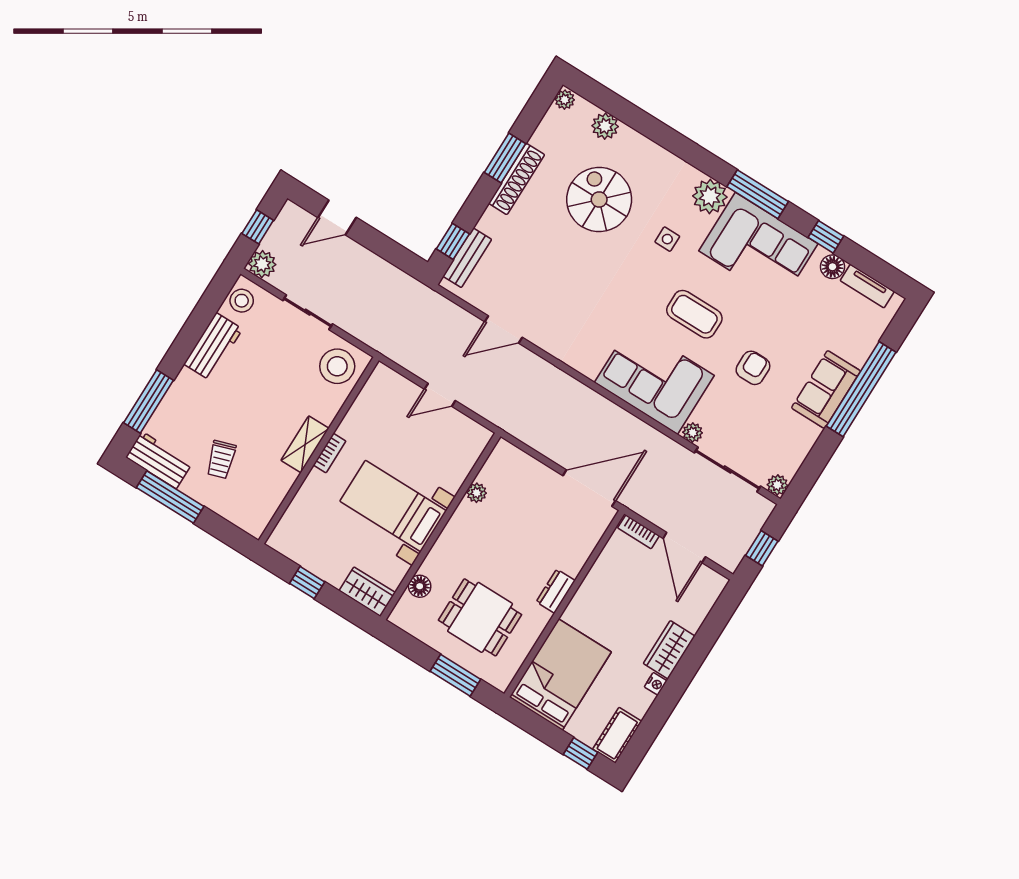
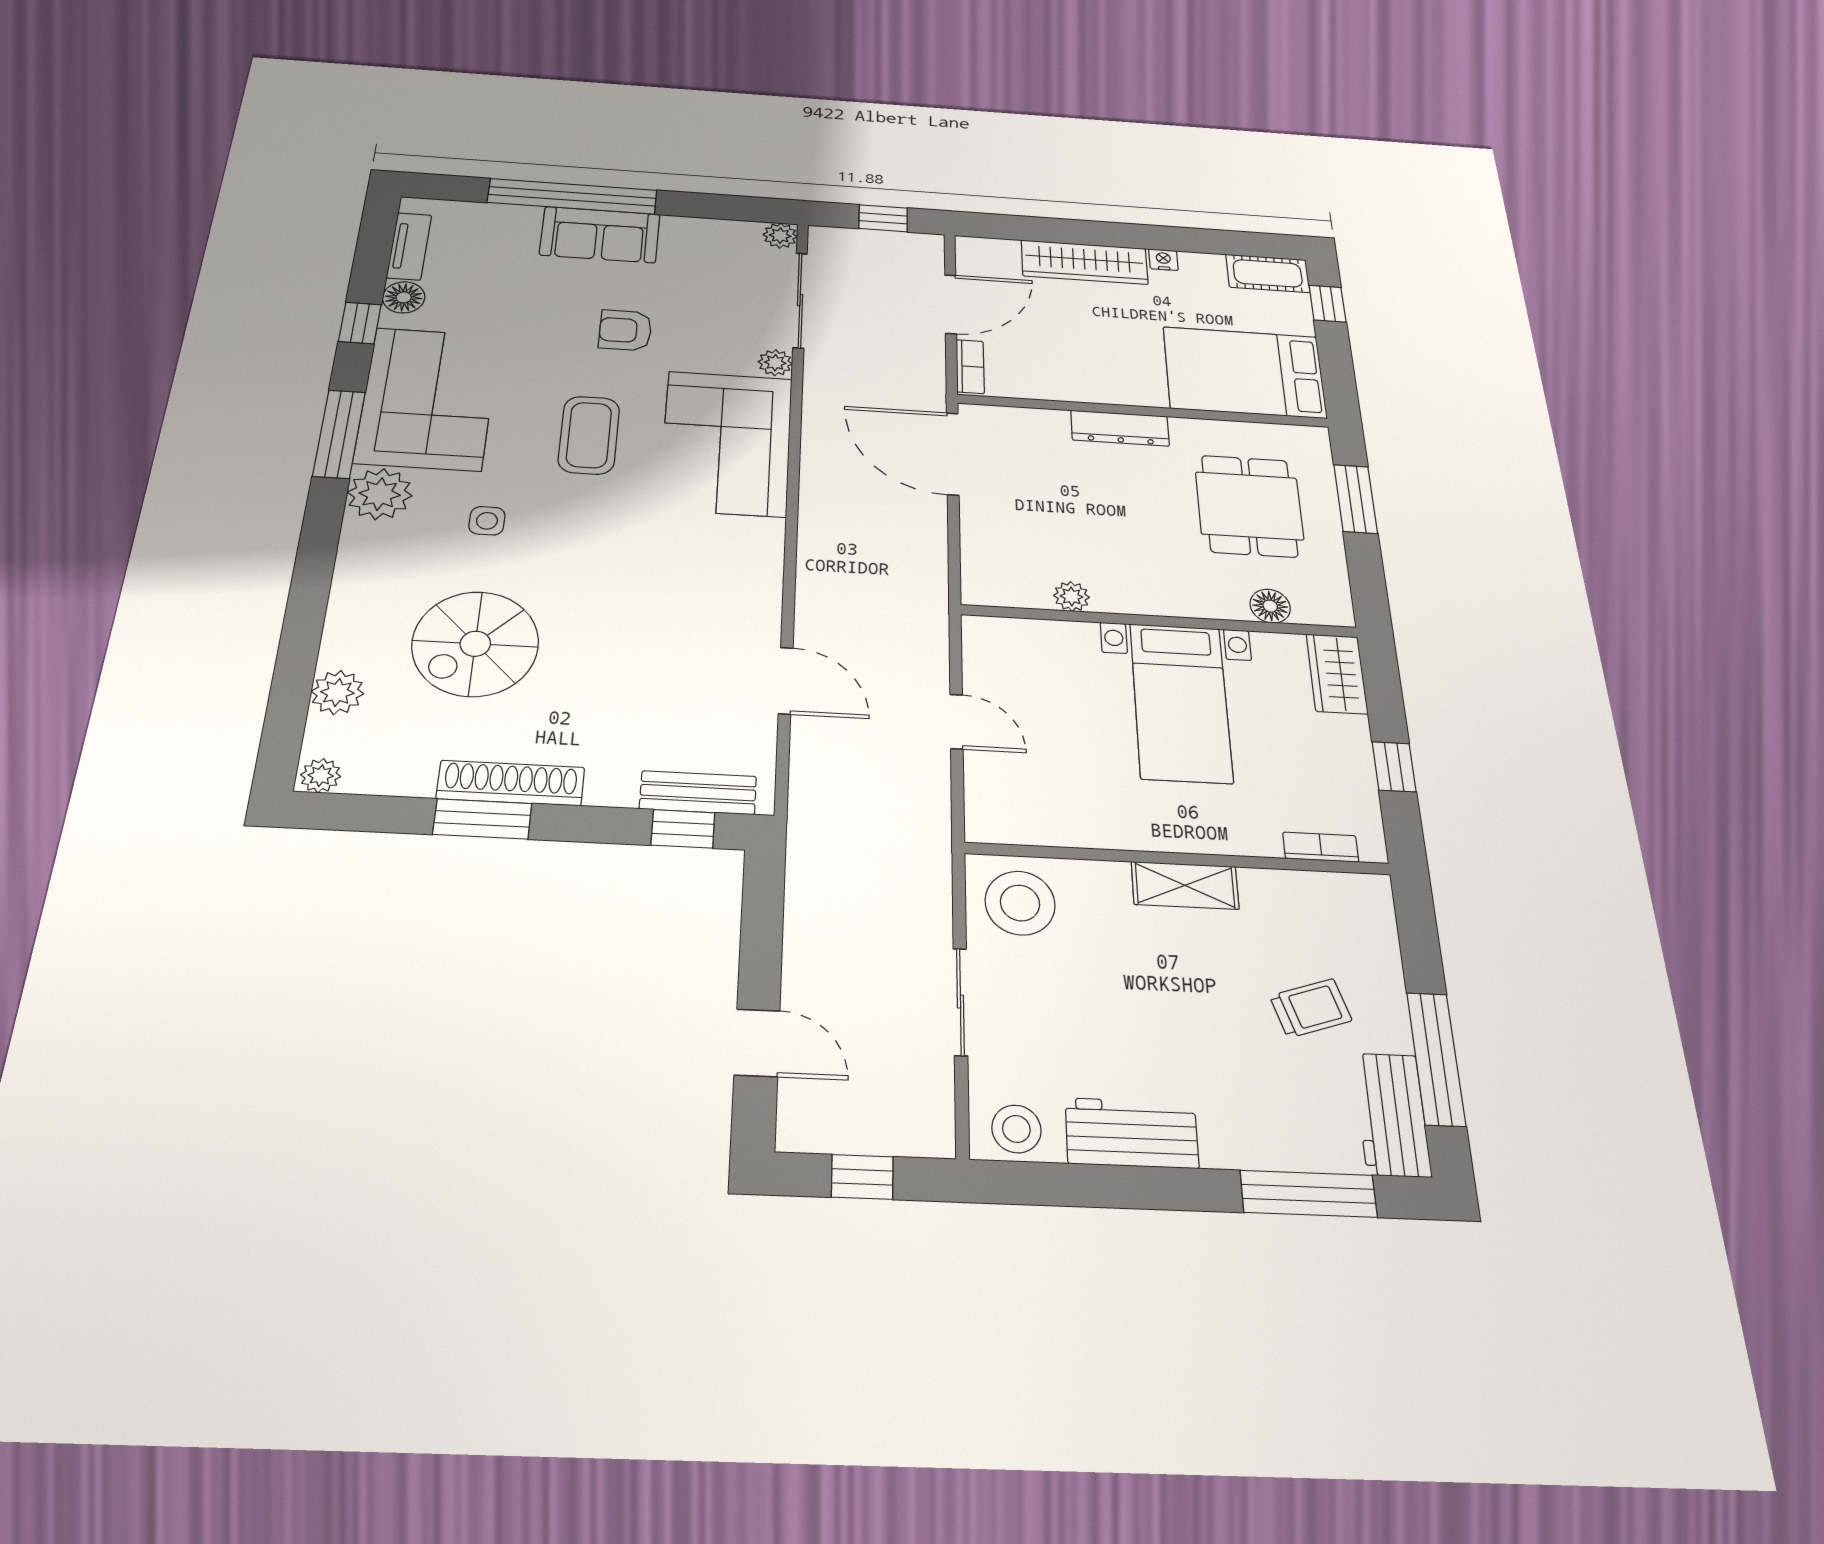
plant: (262, 264) -> (926, 1129), removed
bookcase: (330, 453) -> (1321, 847), moved
dresser: (556, 591) -> (1120, 428), width x1.44
wardrobe: (669, 650) -> (1085, 262), width x1.50

